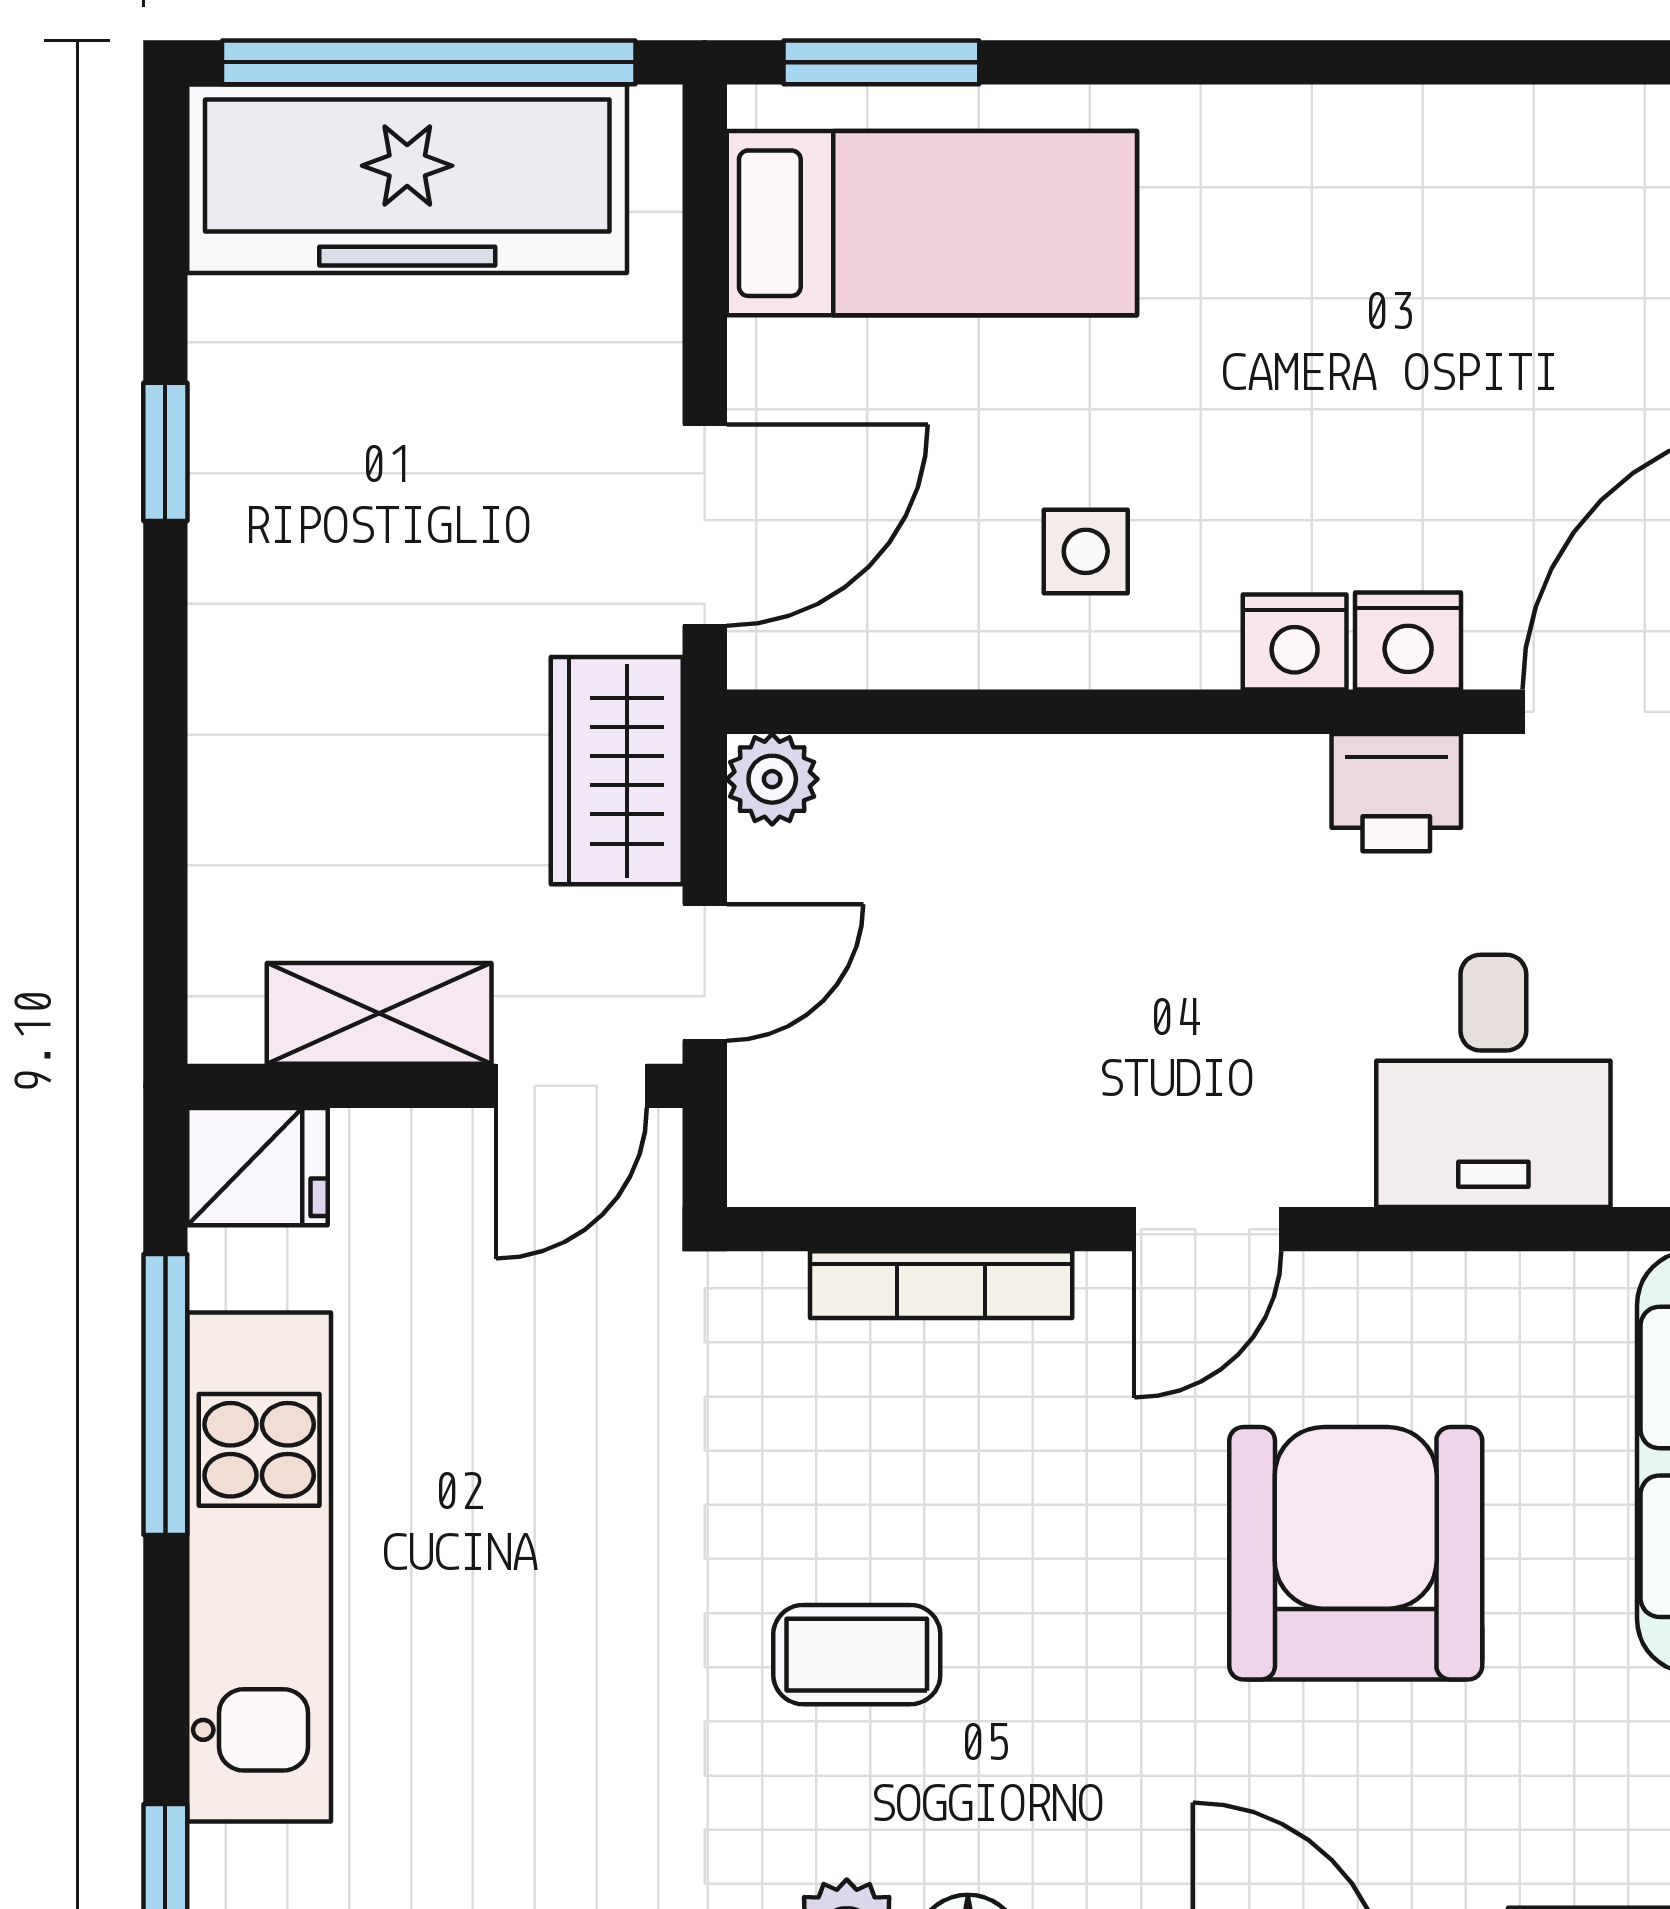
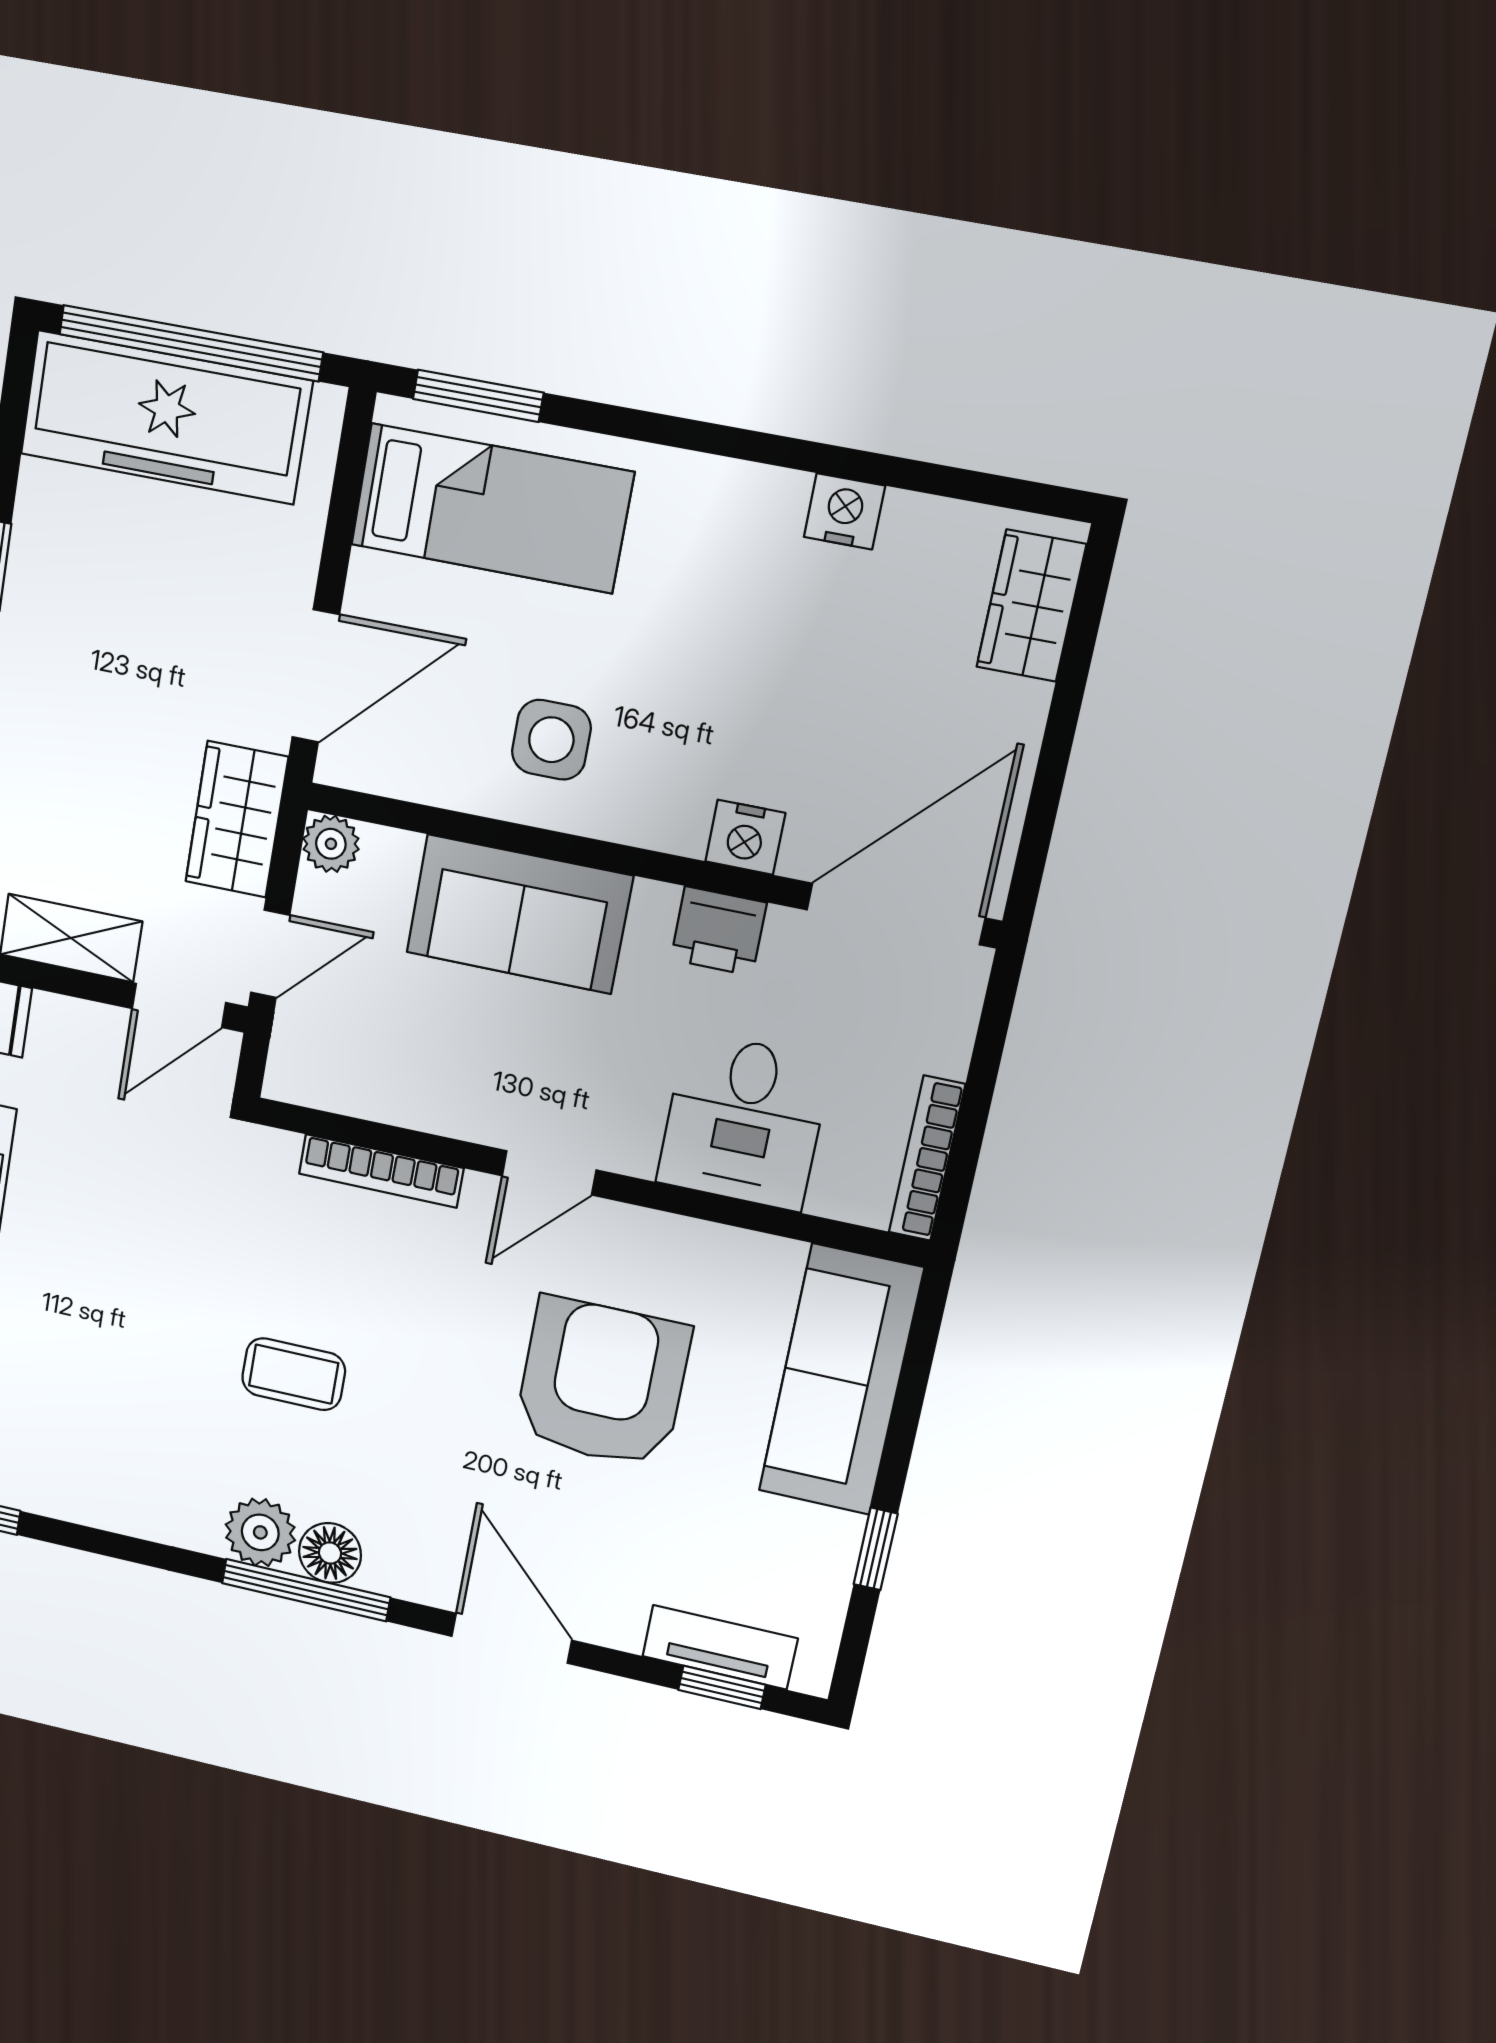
side table: (1086, 551) -> (551, 740), width x1.37, depth x1.37
nightstand: (1295, 642) -> (844, 511), moved, turned 180
sofa: (1086, 829) -> (519, 914), added

